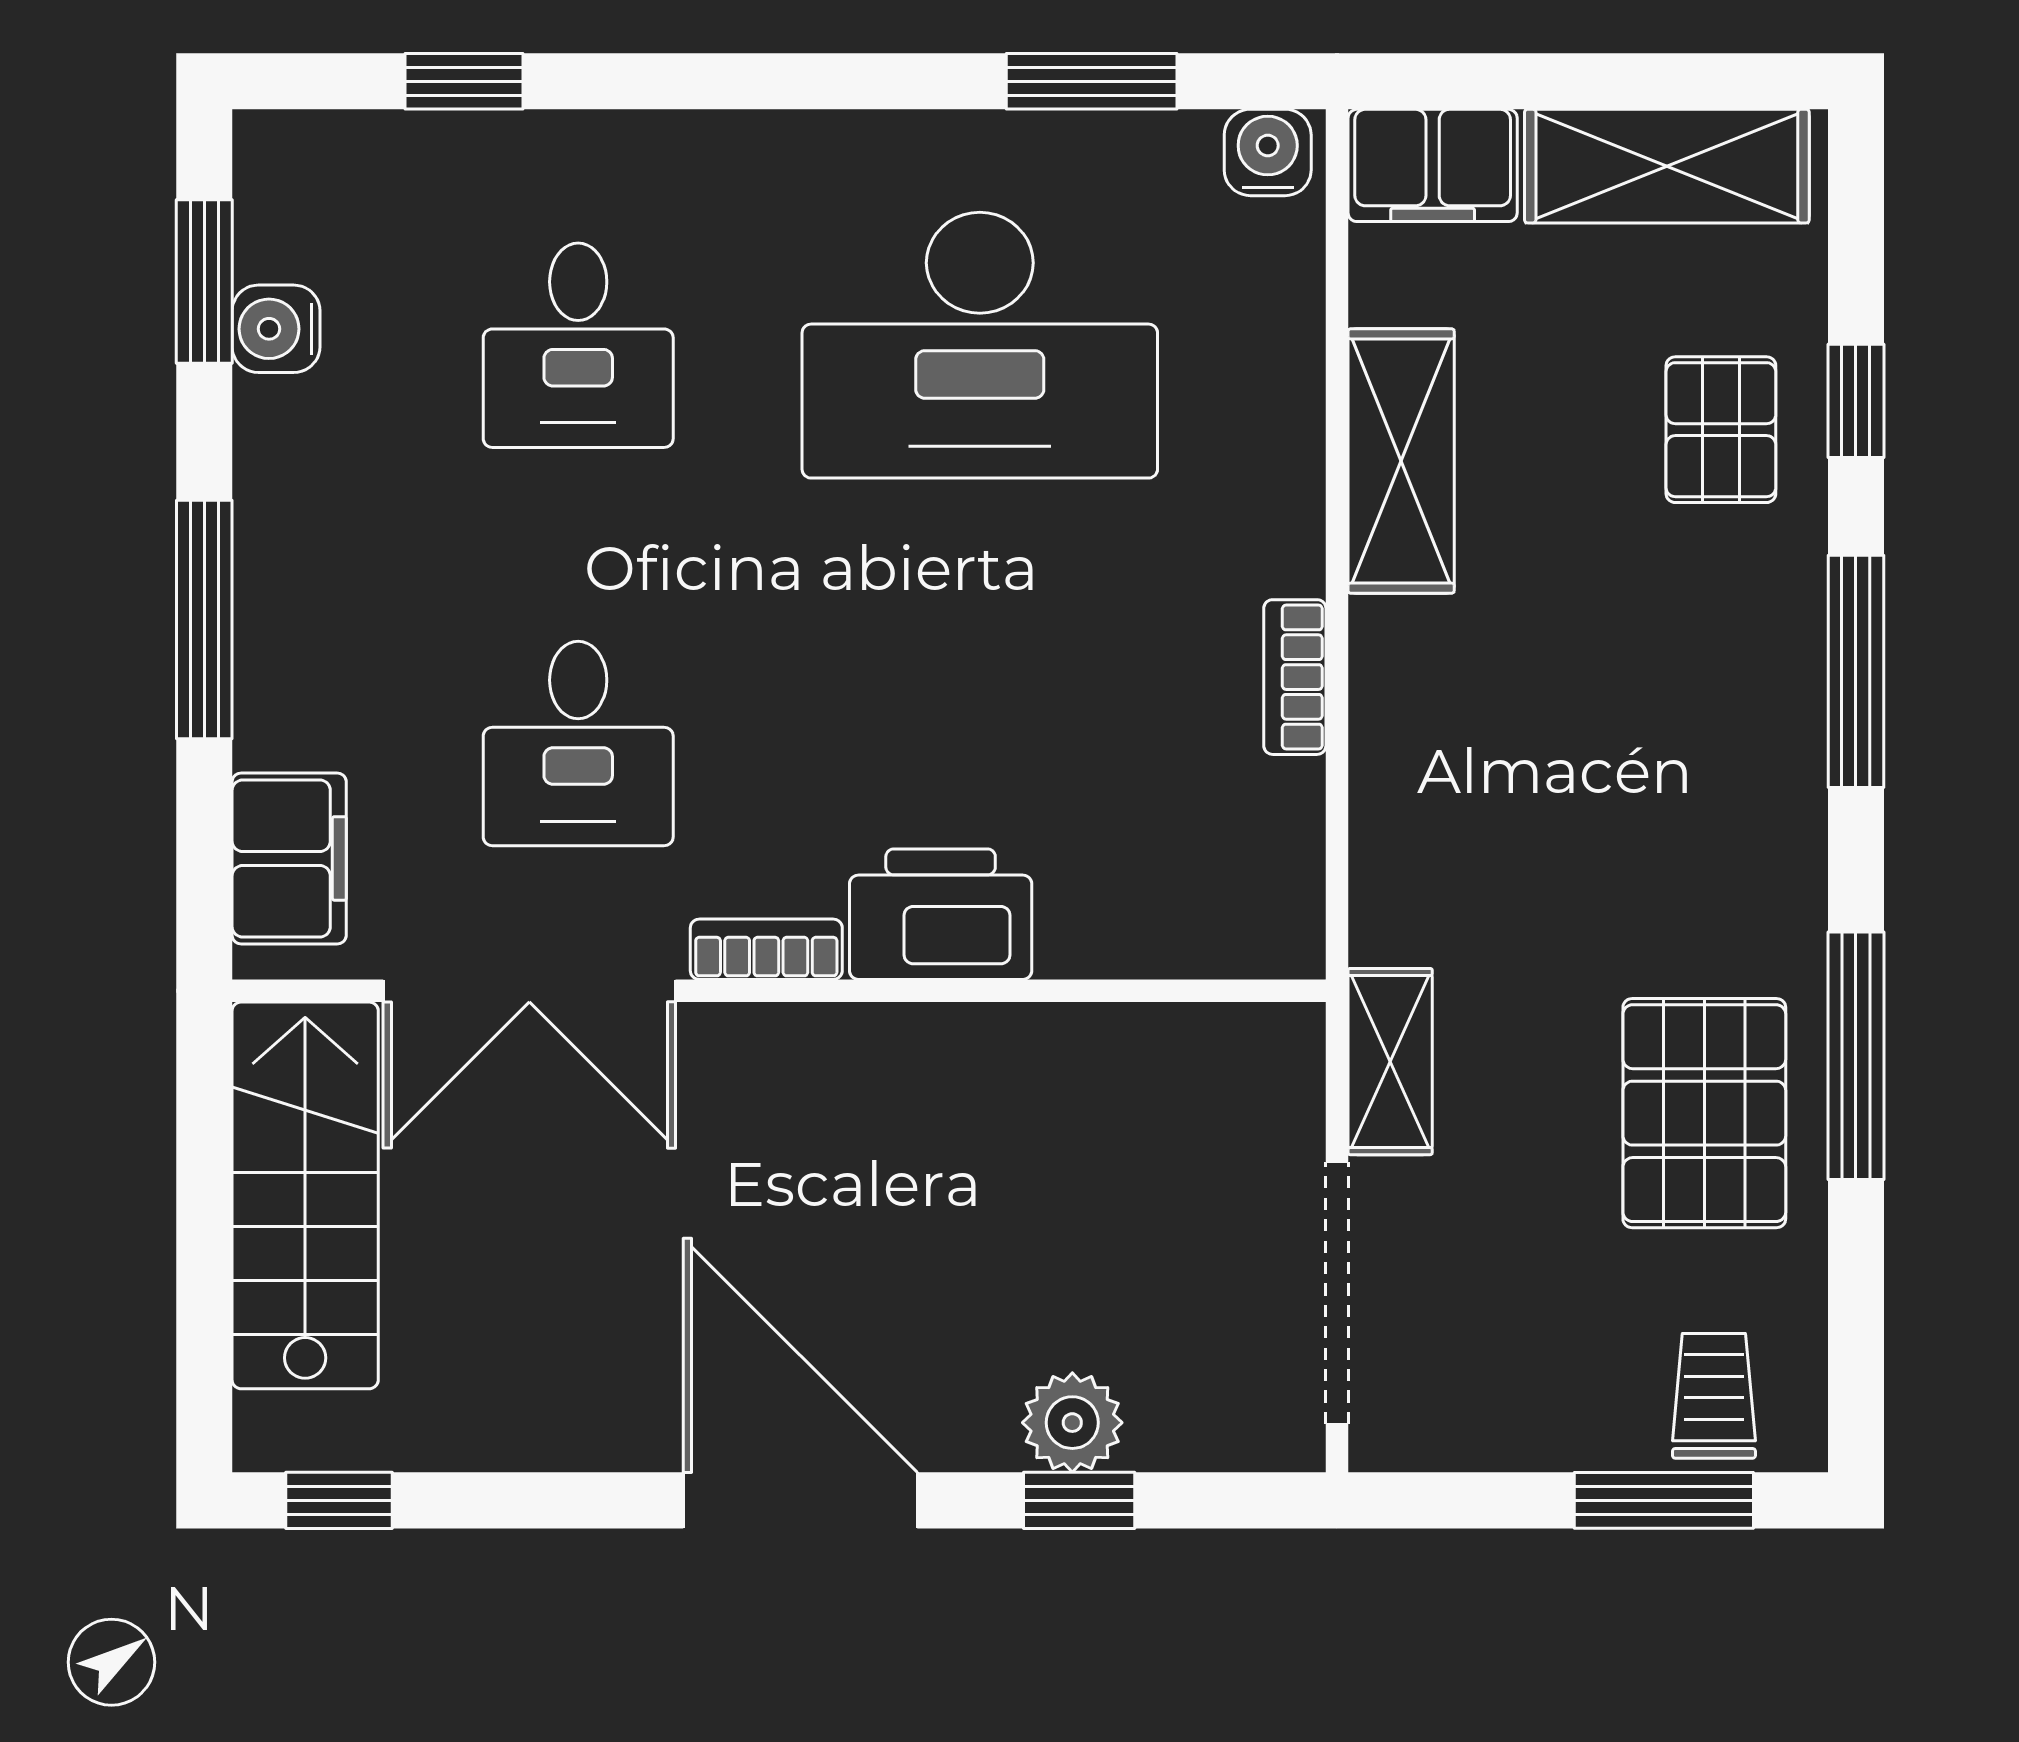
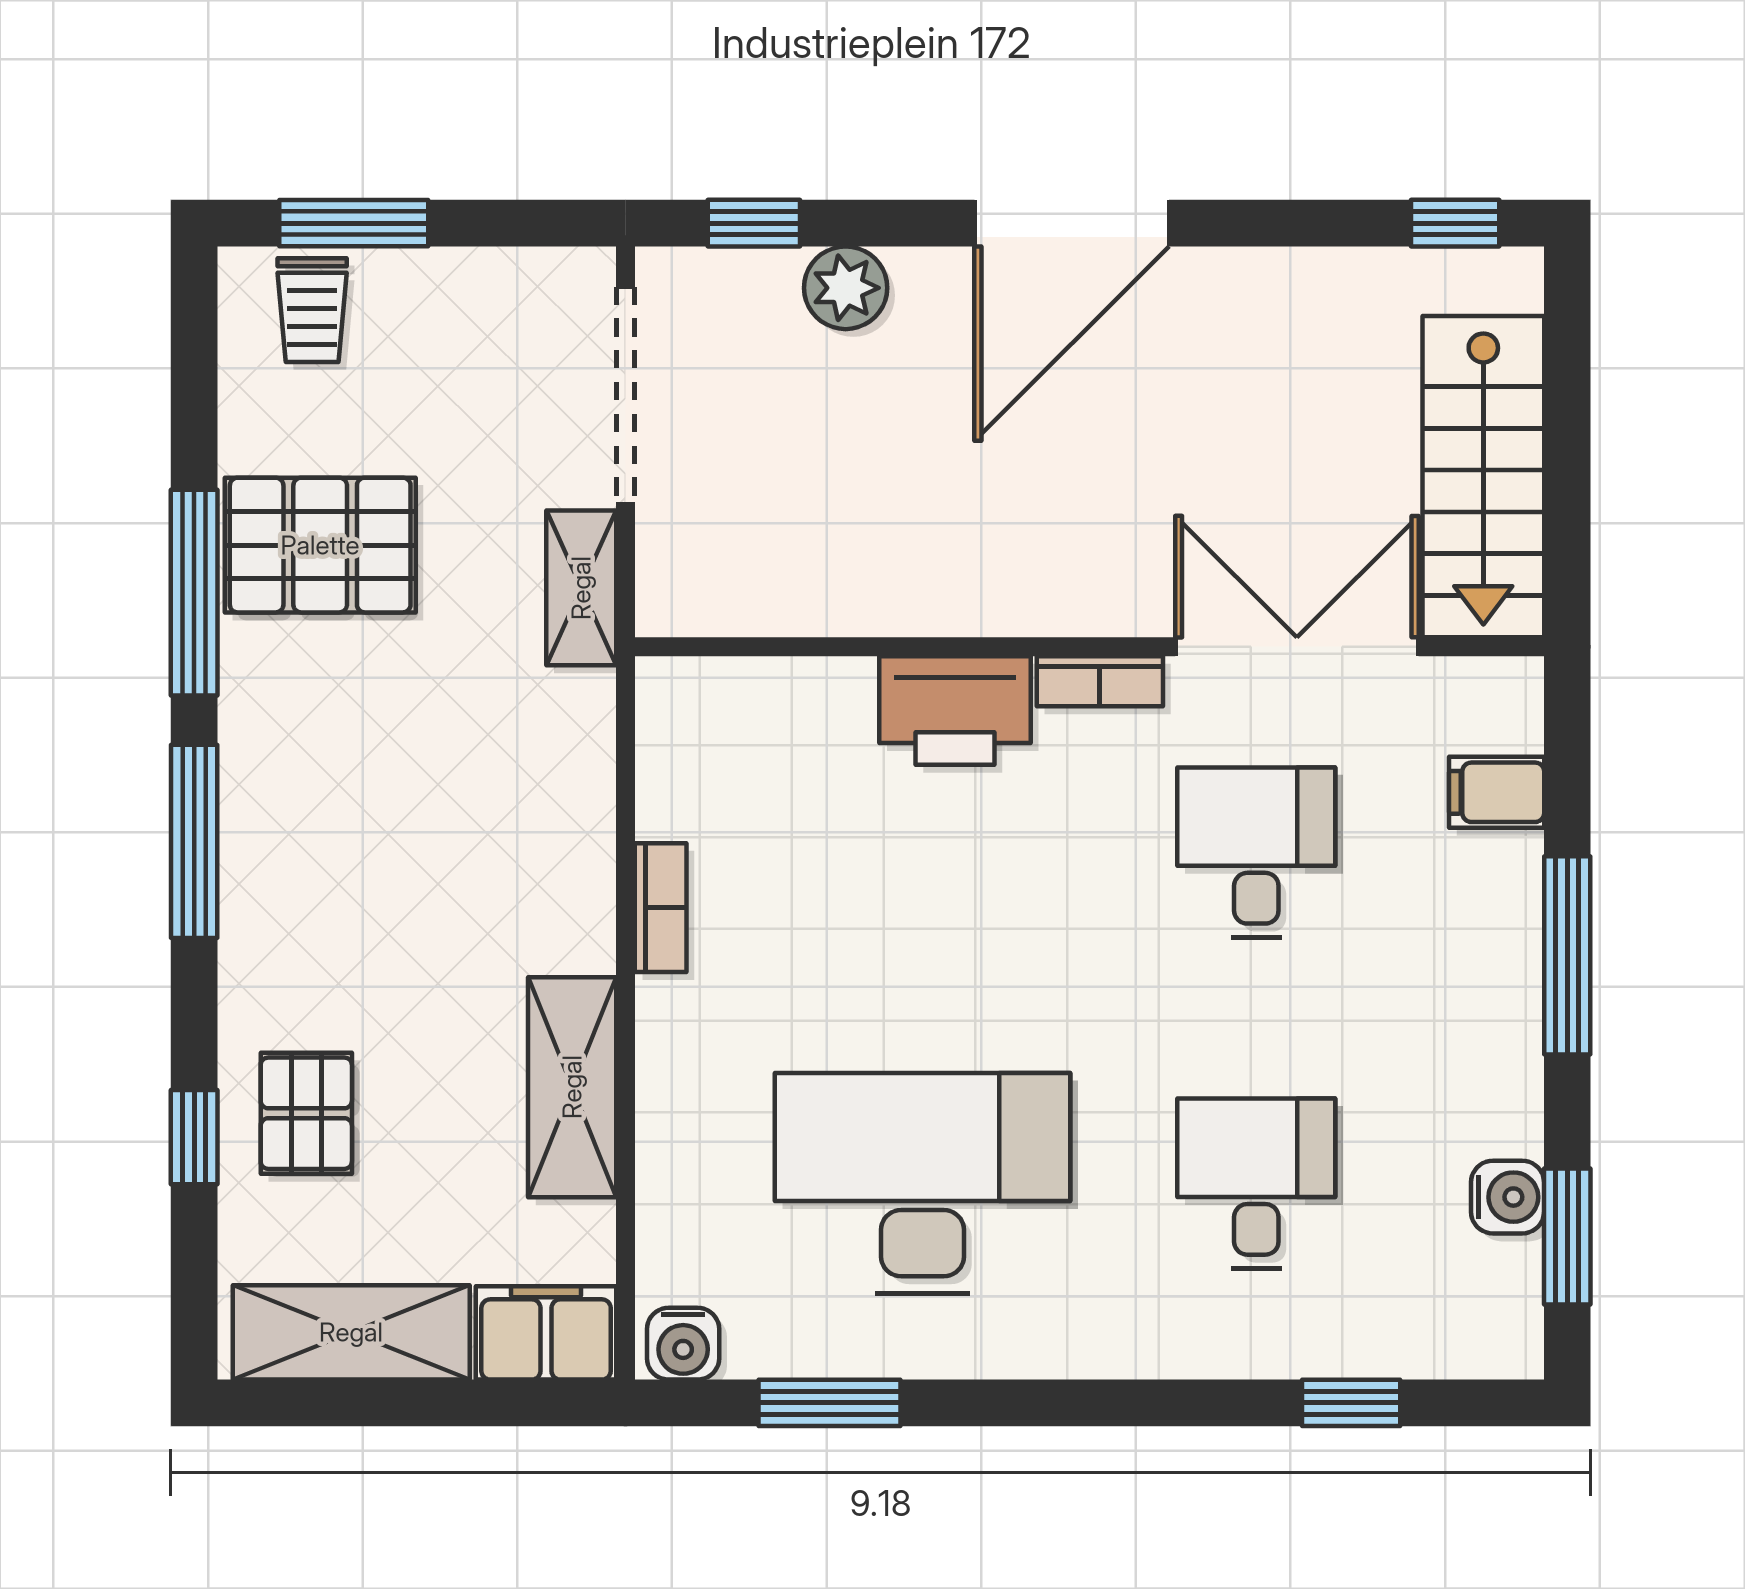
window: (1856, 671) -> (194, 841), moved
filing cabinet: (289, 858) -> (1497, 792), width x0.50
pallet: (1704, 1113) -> (320, 545), turned 90
door: (800, 1500) -> (1072, 223), hinge flipped
window: (1079, 1500) -> (754, 223), moved

